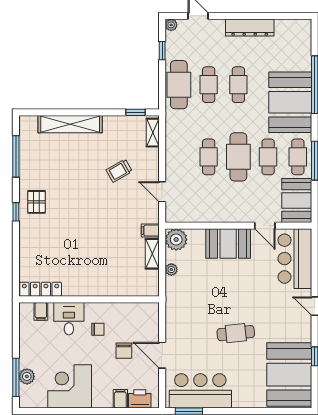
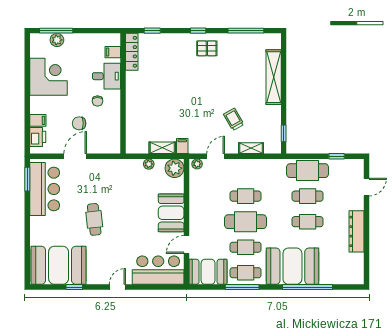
plant: (171, 25) -> (197, 164), moved
shelving: (153, 133) -> (251, 148), moved
window: (16, 265) -> (152, 31), added

